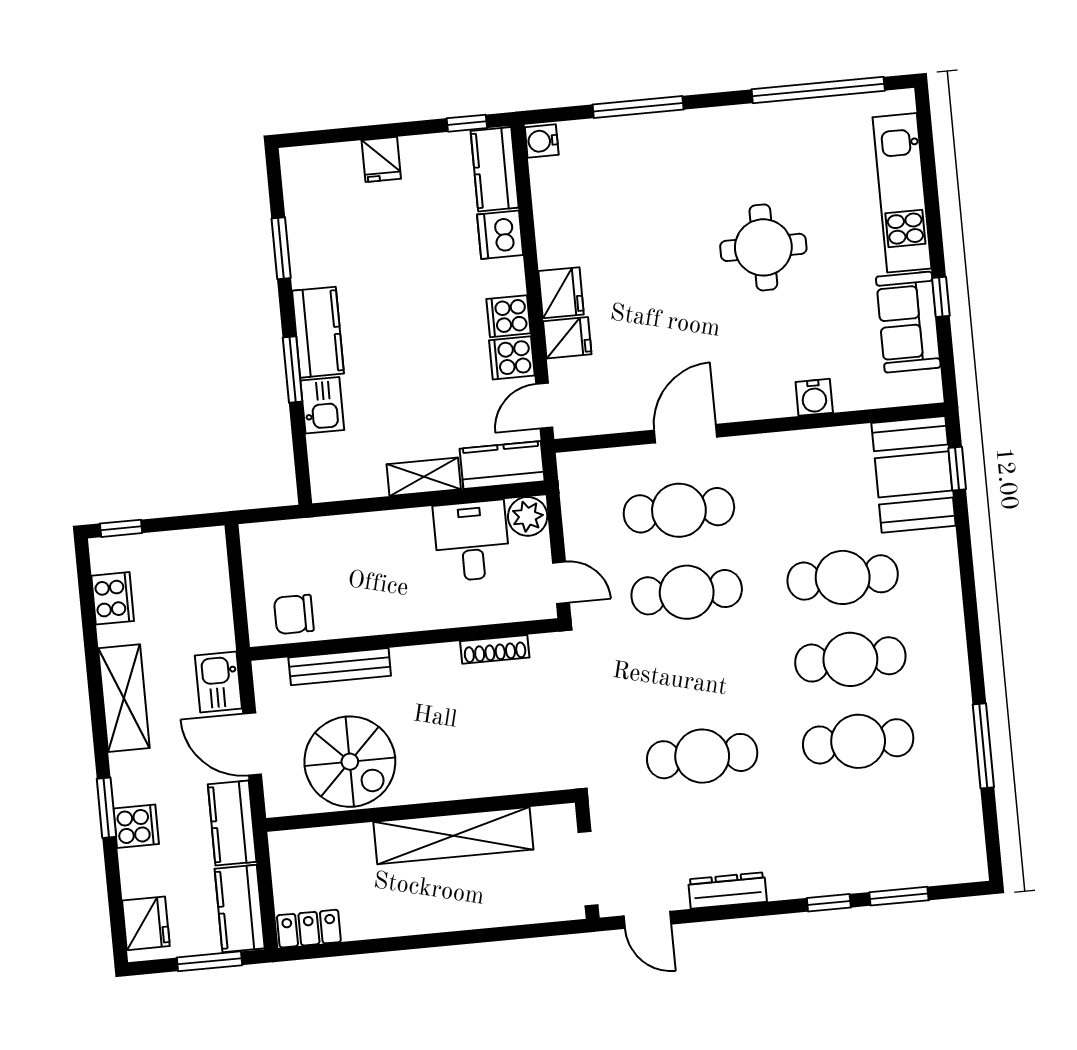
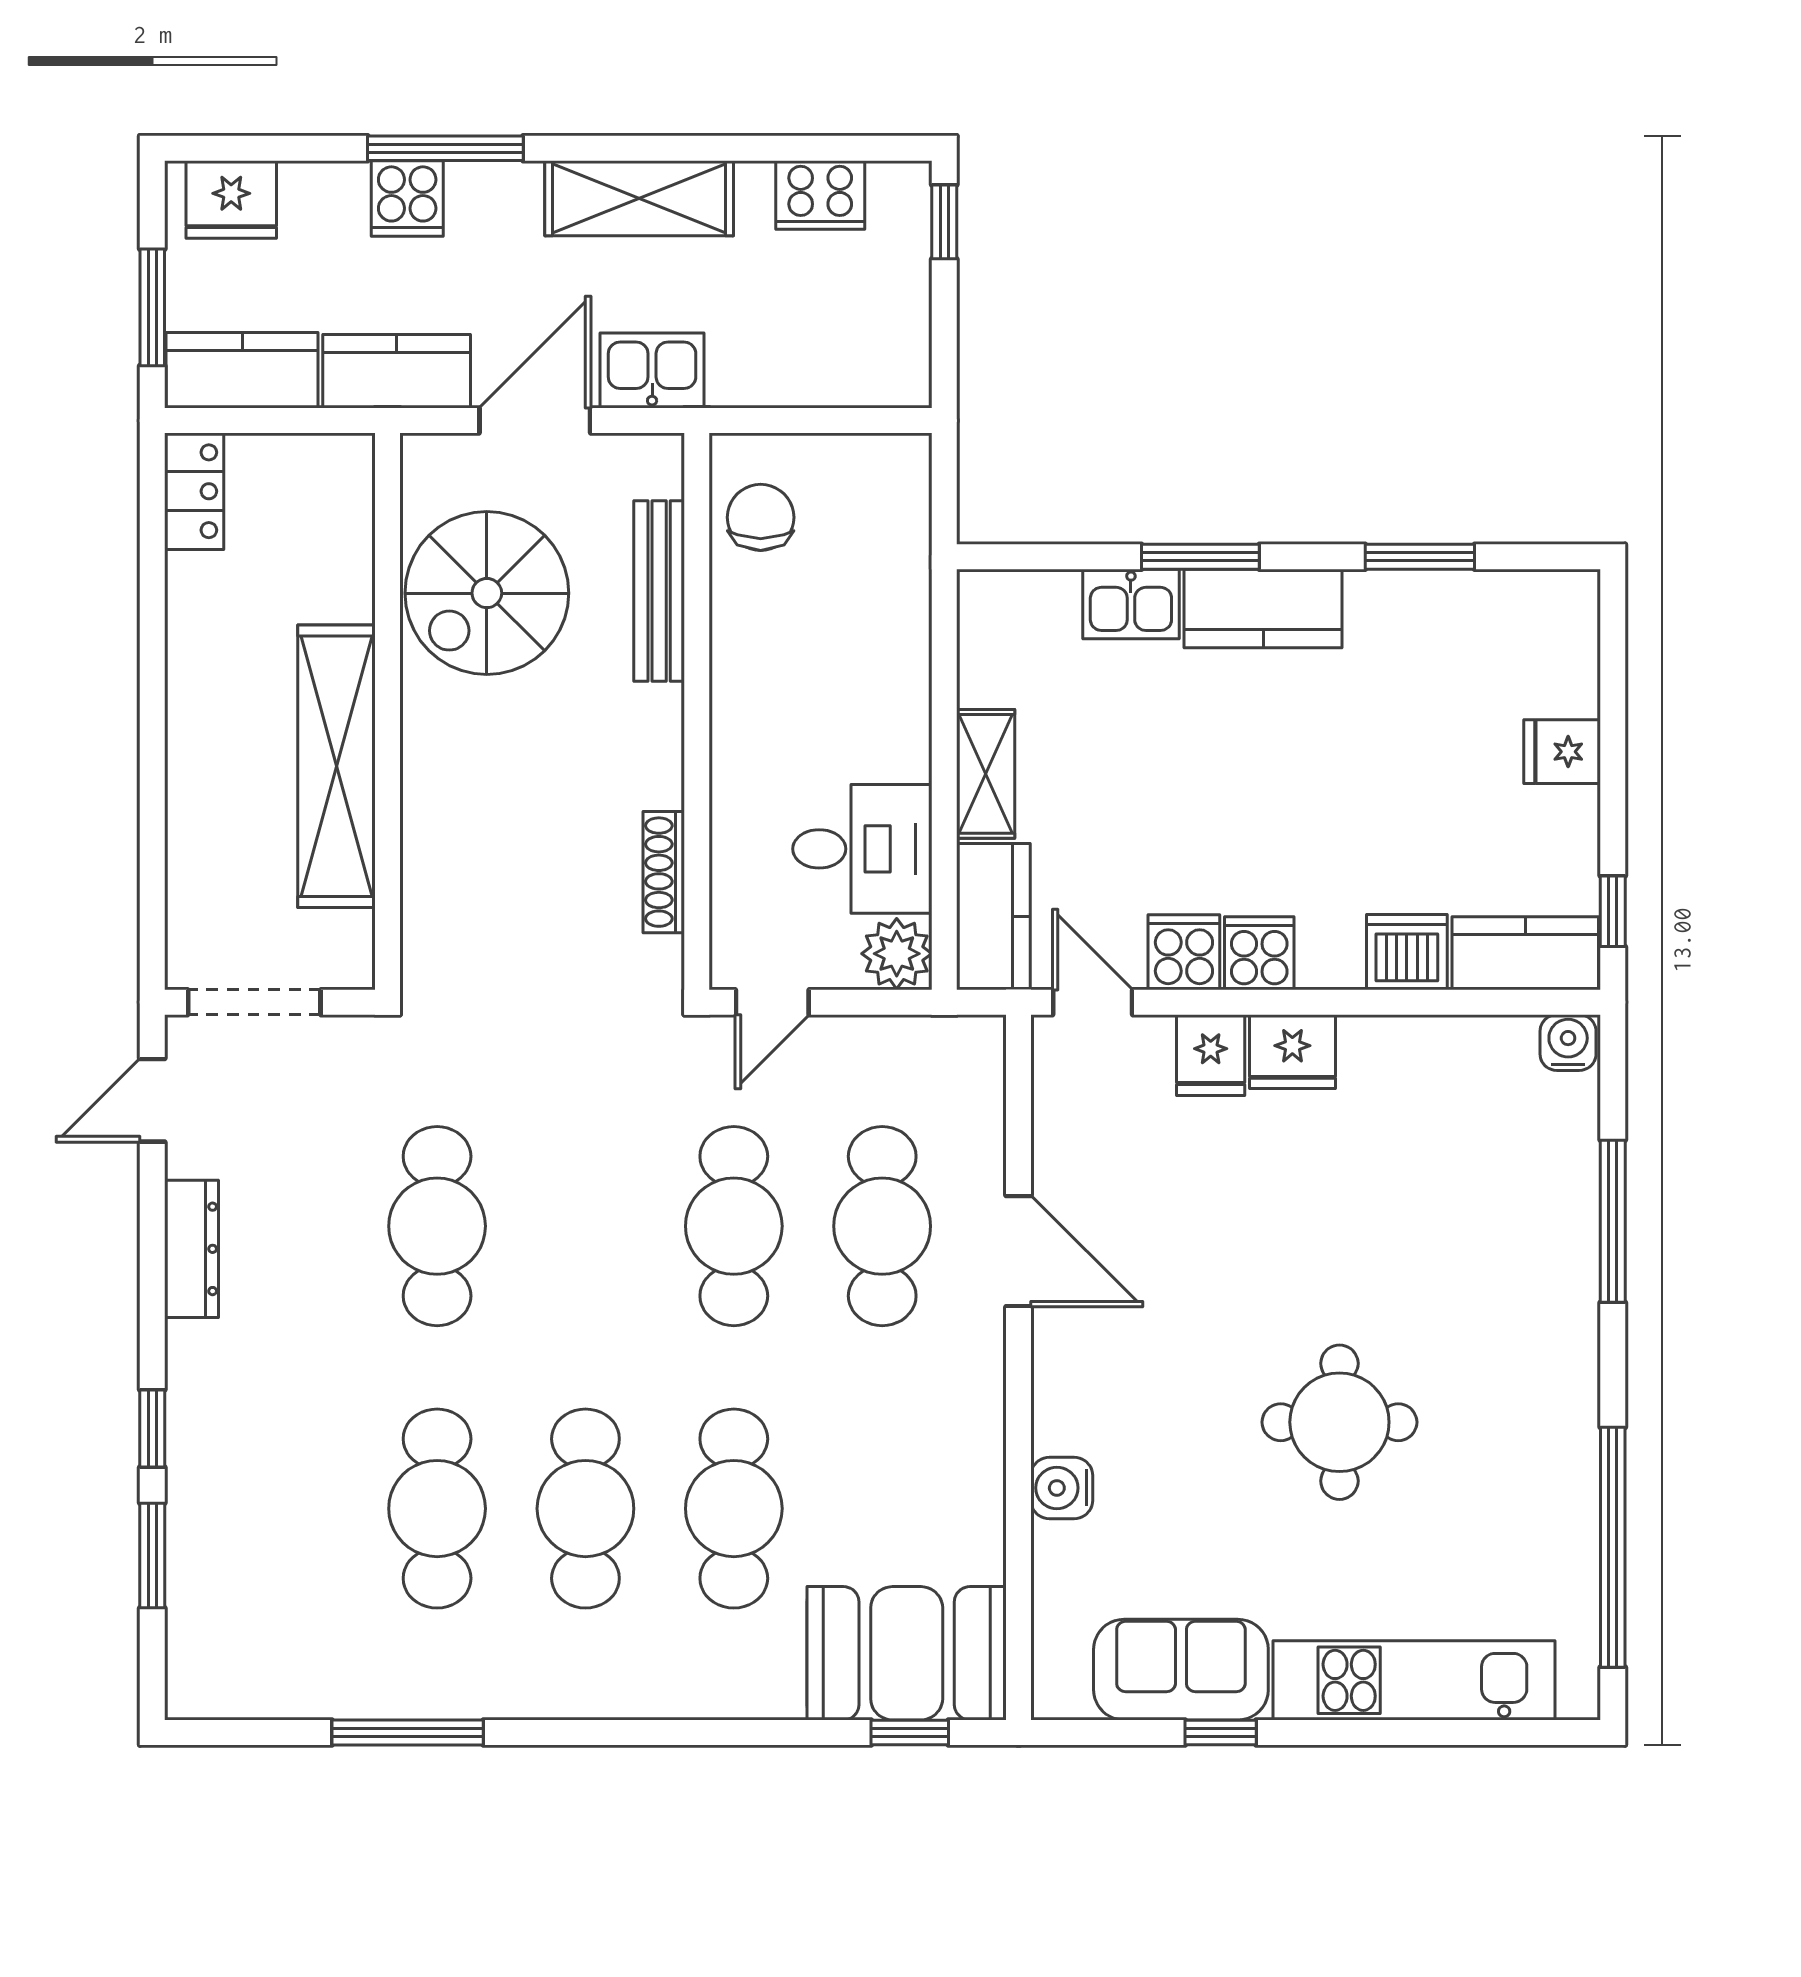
window: (106, 808) -> (445, 148), width x1.44

